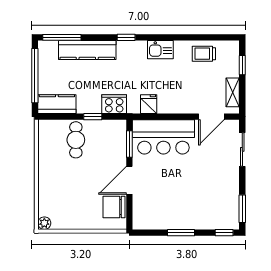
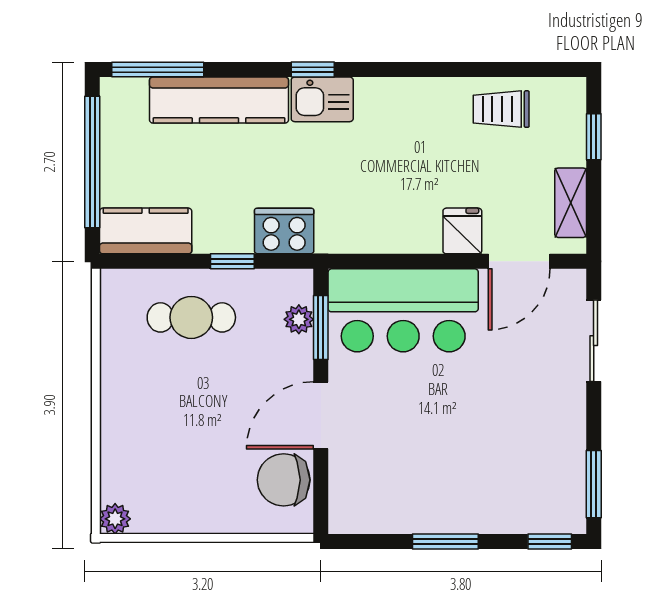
kitchen sink: (160, 50) -> (322, 99), moved
fridge: (149, 104) -> (462, 231), moved
cafe table: (76, 140) -> (191, 317), turned 90
plant: (120, 141) -> (299, 319), added

